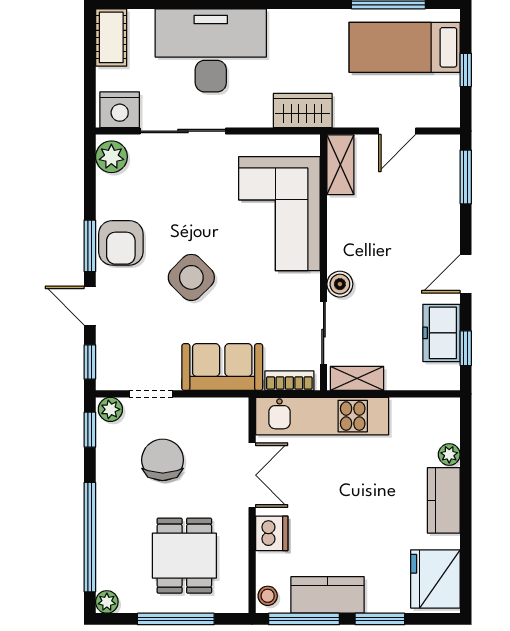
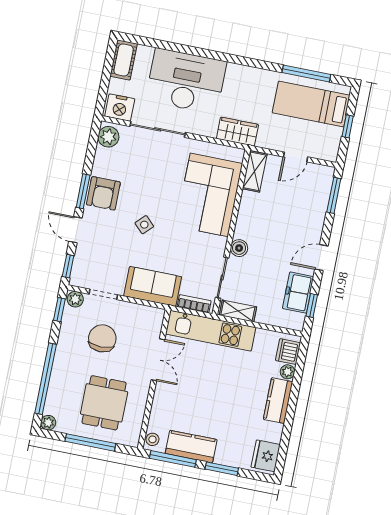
side table: (191, 277) -> (144, 225), width x0.54, depth x0.54
dishwasher: (272, 533) -> (288, 352), moved, turned 180
fridge: (435, 579) -> (266, 456), width x0.73, depth x0.75

